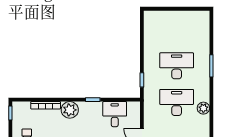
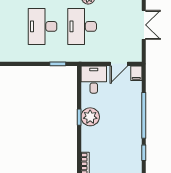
plant: (70, 110) -> (90, 117), moved
desk: (115, 114) -> (94, 80), moved, turned 90

